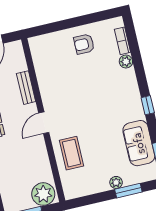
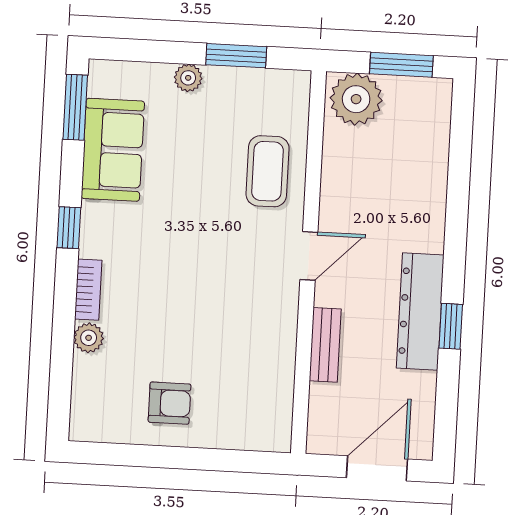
bookcase: (122, 41) -> (88, 290), moved
window: (128, 191) -> (236, 56), moved

